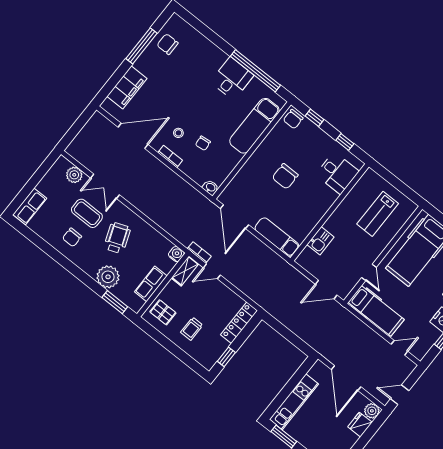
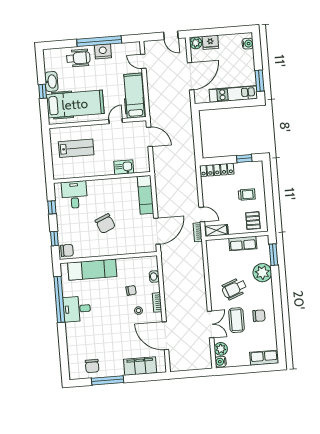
chair: (285, 176) -> (105, 224), turned 67
washbasin: (210, 187) -> (154, 277), moved
water cooler: (176, 254) -> (221, 362), moved

